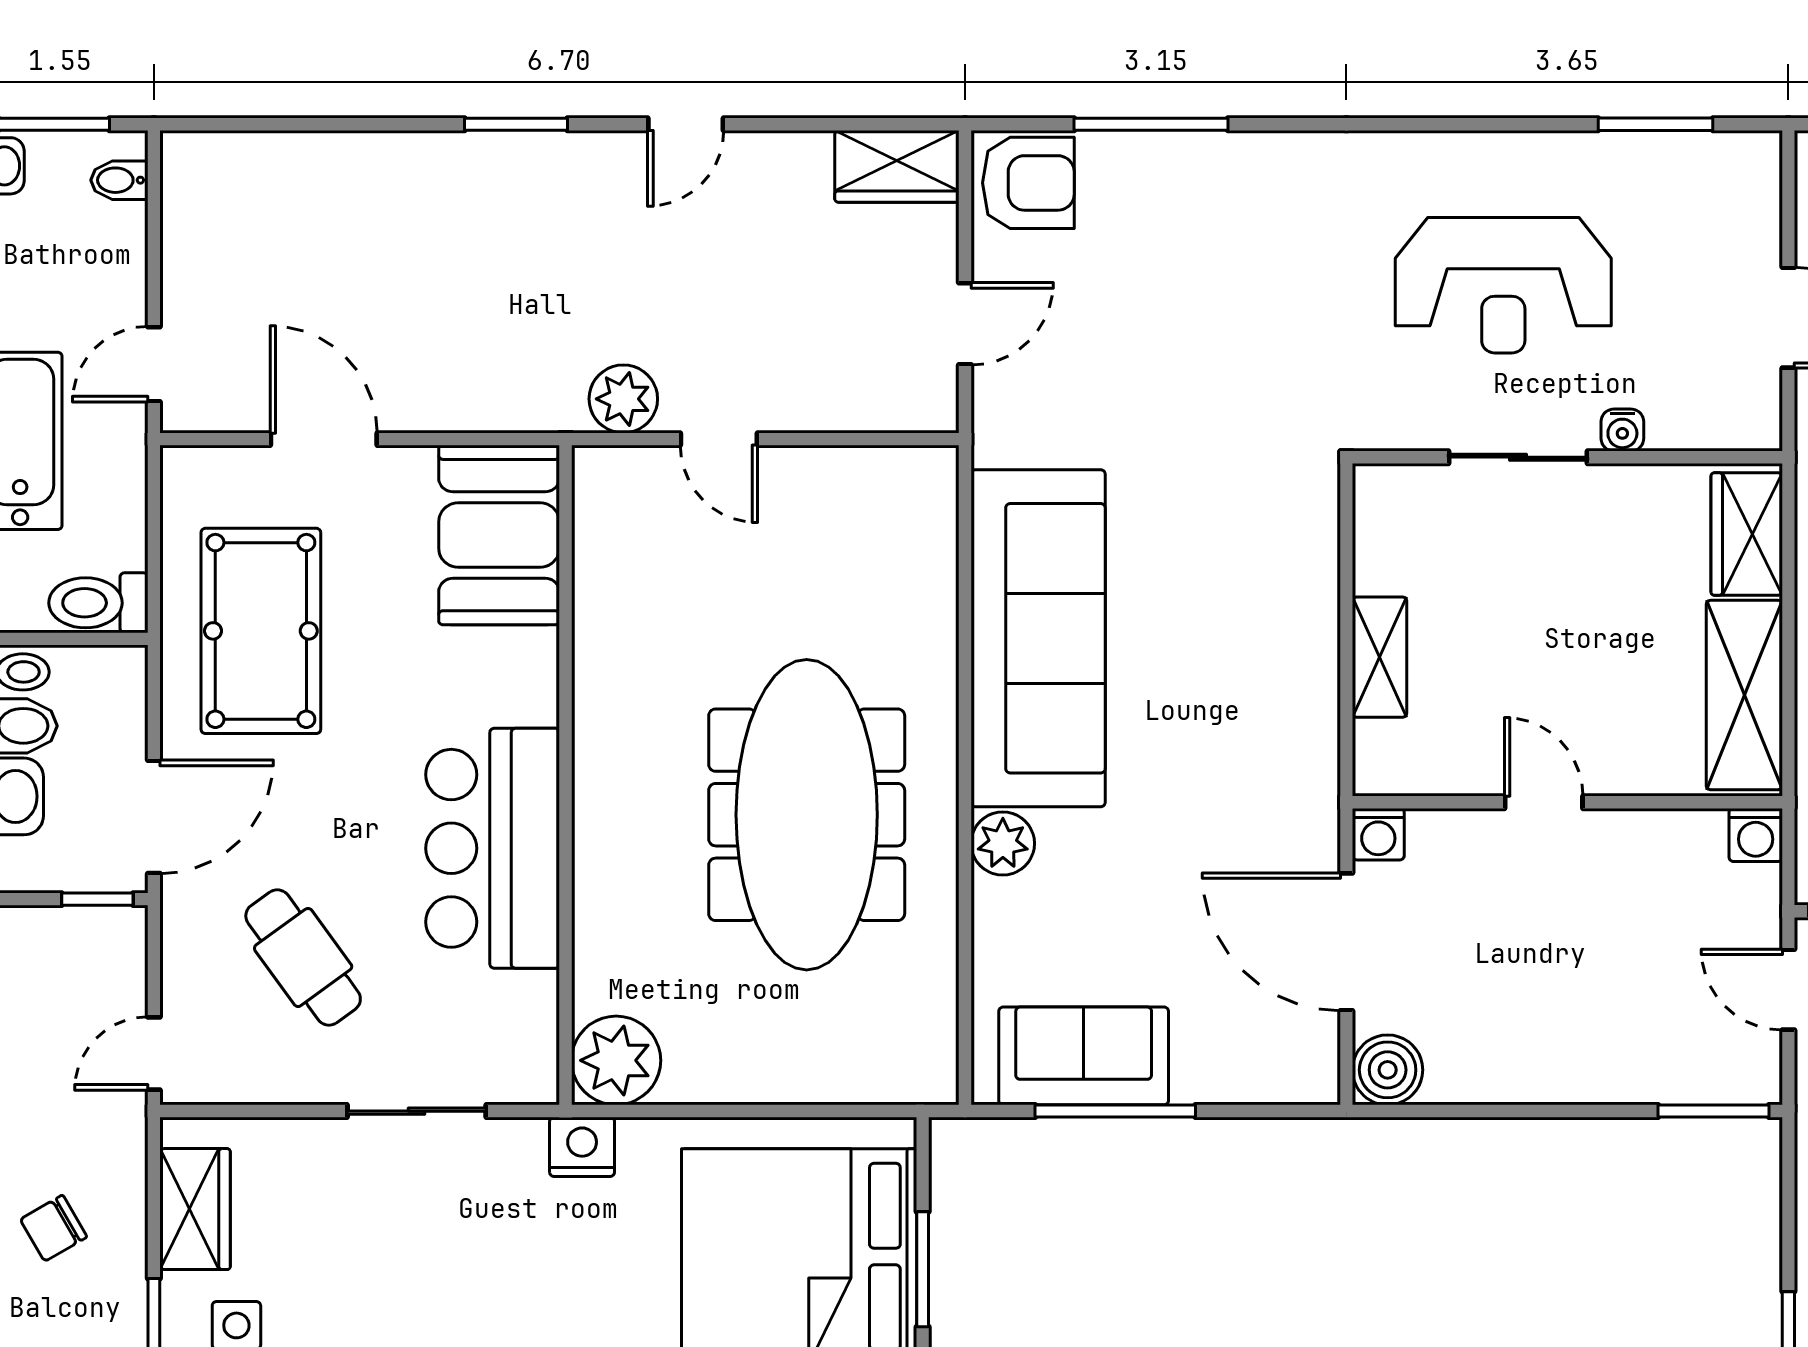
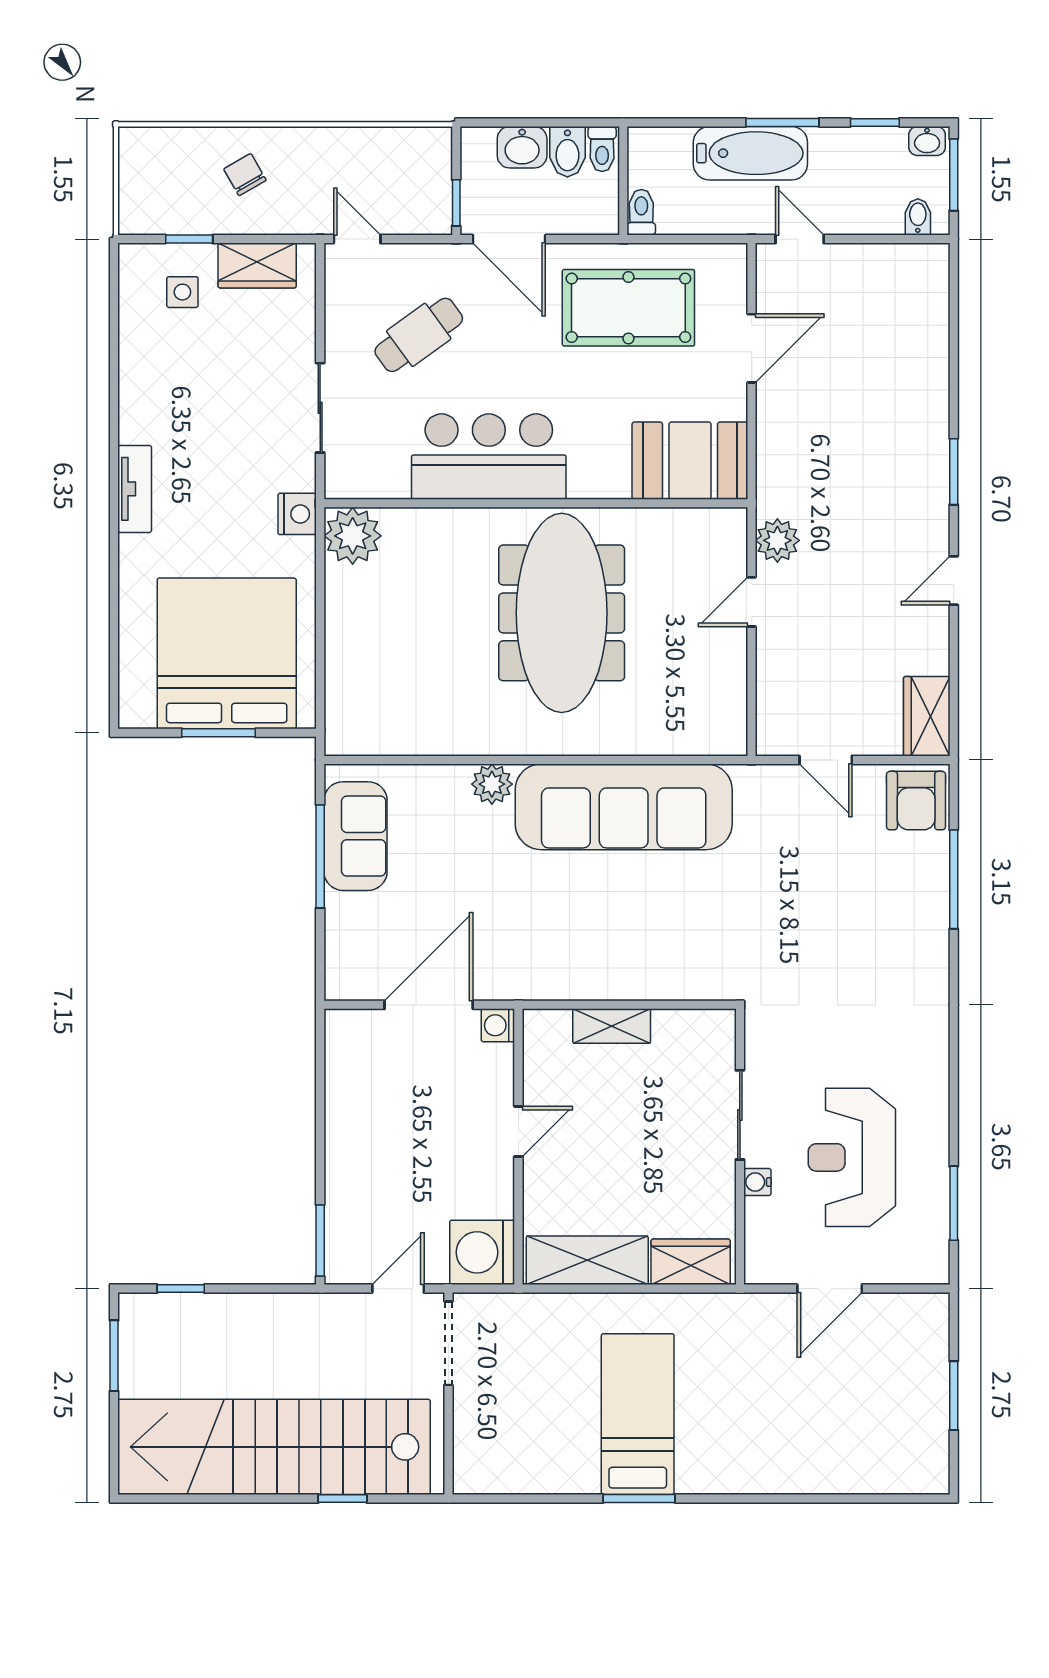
door: (686, 124) -> (954, 580), hinge flipped
reception desk: (1503, 285) -> (852, 1157), moved
toilet: (98, 603) -> (641, 212), width x0.73, depth x0.72
meeting table: (807, 815) -> (562, 613), moved, turned 90
washing machine: (1756, 835) -> (482, 1252), width x1.89, depth x1.89
boiler: (1388, 1070) -> (347, 1031), removed

